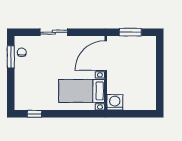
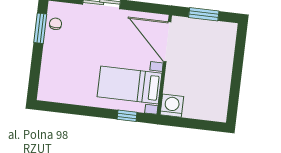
door: (106, 56) -> (167, 42), hinge flipped
window: (34, 114) -> (127, 116), moved

